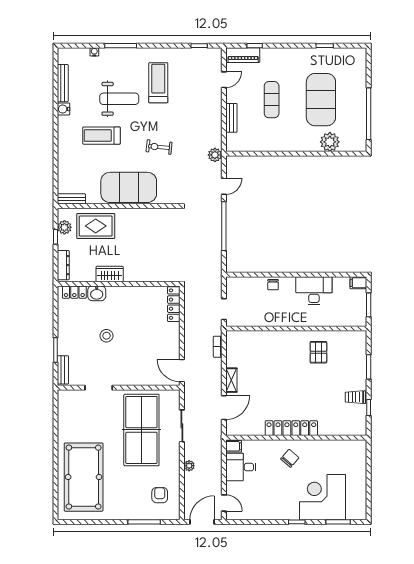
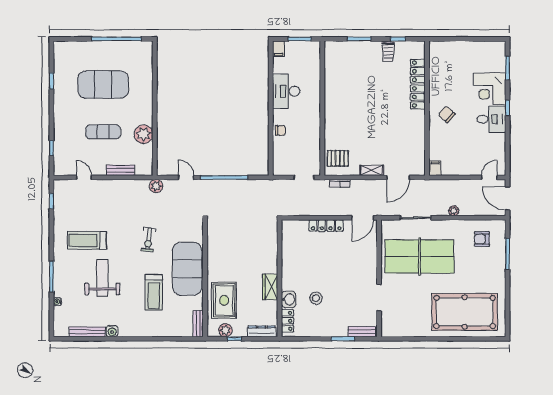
piano: (243, 55) -> (60, 159), removed
treadmill: (101, 136) -> (154, 292), moved
plant: (330, 142) -> (144, 134), moved
locker: (174, 304) -> (326, 226), moved
stool: (106, 336) -> (316, 298), moved
pallet: (318, 352) -> (338, 158), moved
door: (224, 408) -> (398, 178), swing flipped
locker: (291, 428) -> (418, 84), moved
desk: (241, 467) -> (491, 119), moved, turned -90
corner desk: (323, 497) -> (490, 89), width x0.74, depth x0.74

